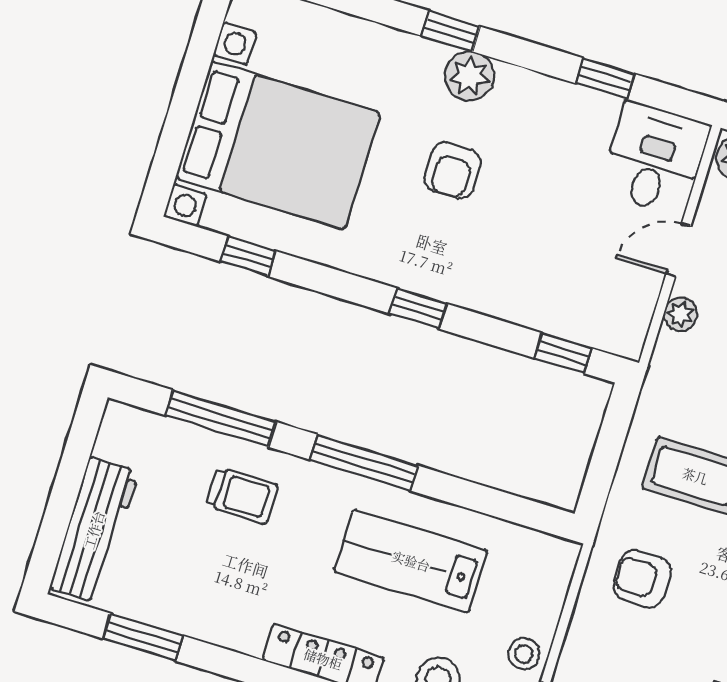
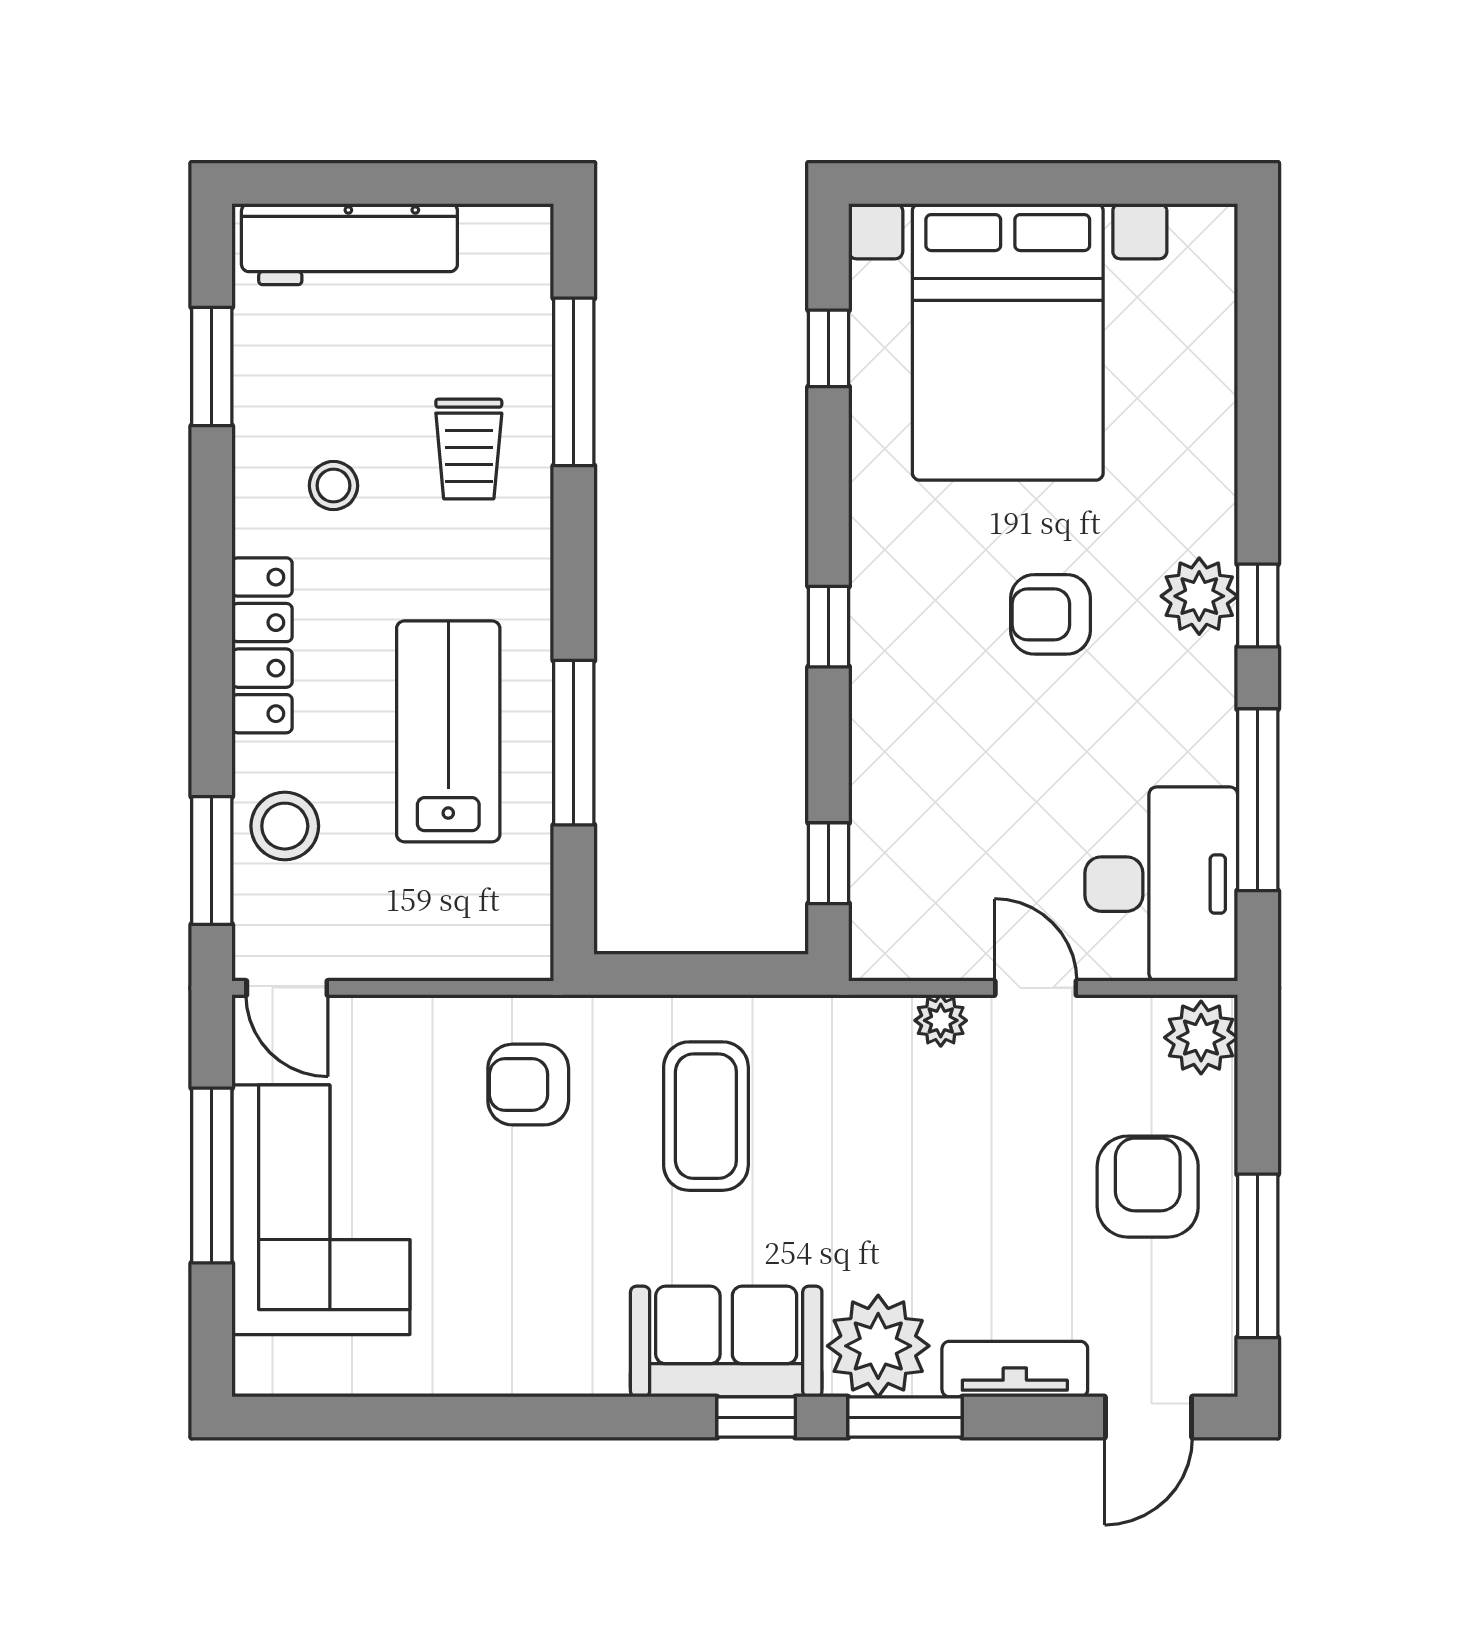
window: (451, 31) -> (1258, 605), moved
window: (605, 79) -> (1258, 800), width x2.17
desk: (655, 159) -> (1161, 884), width x1.37
window: (364, 462) -> (574, 743), moved
armchair: (642, 579) -> (528, 1085), turned -90
stool: (524, 654) -> (333, 486), moved

